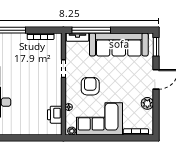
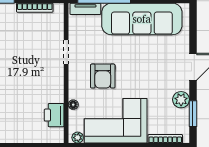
window: (156, 47) -> (193, 114), moved
armchair: (90, 86) -> (103, 76), turned 180

